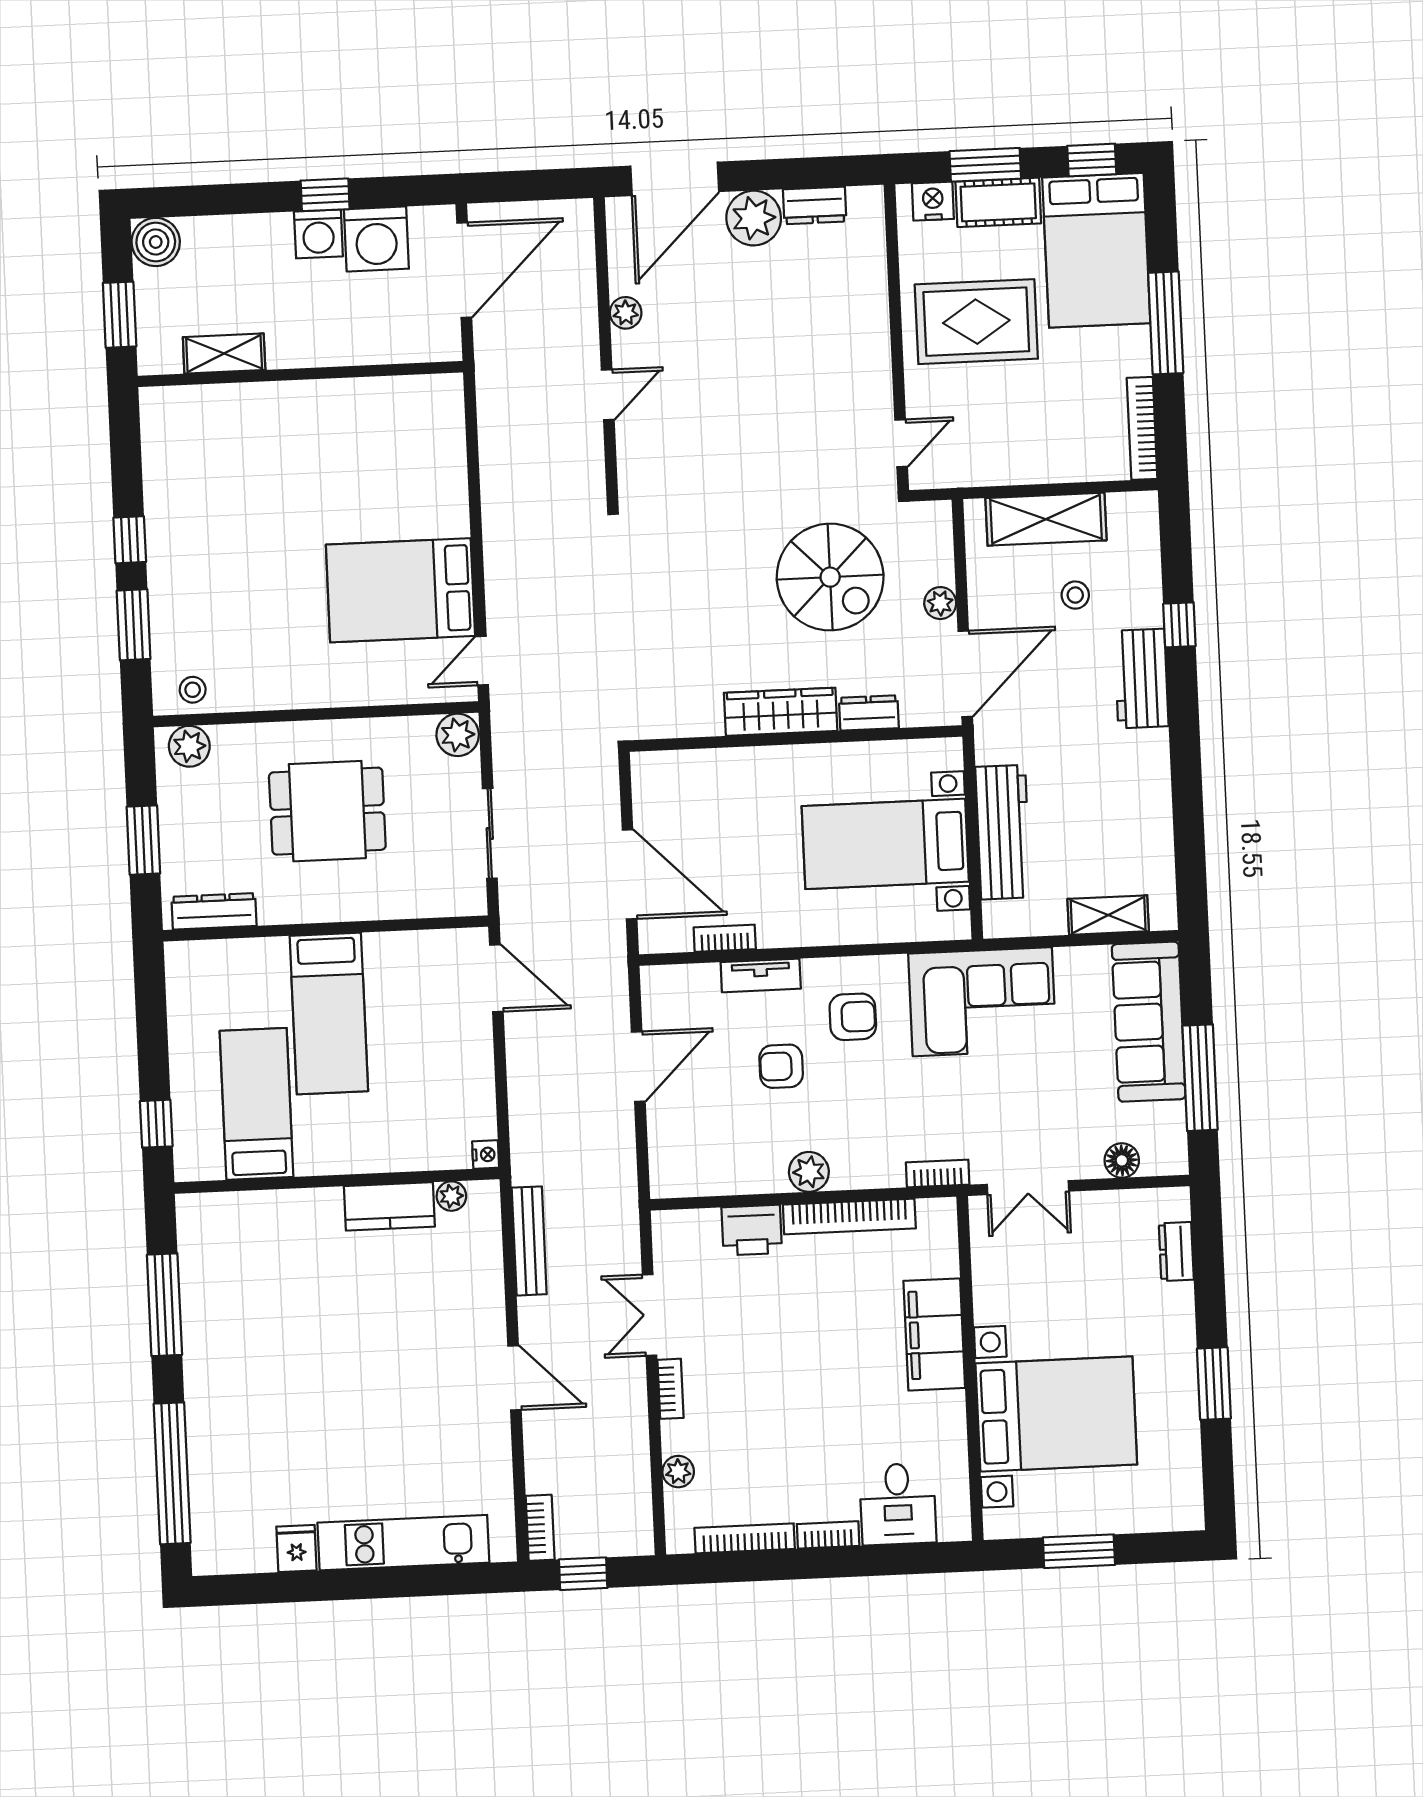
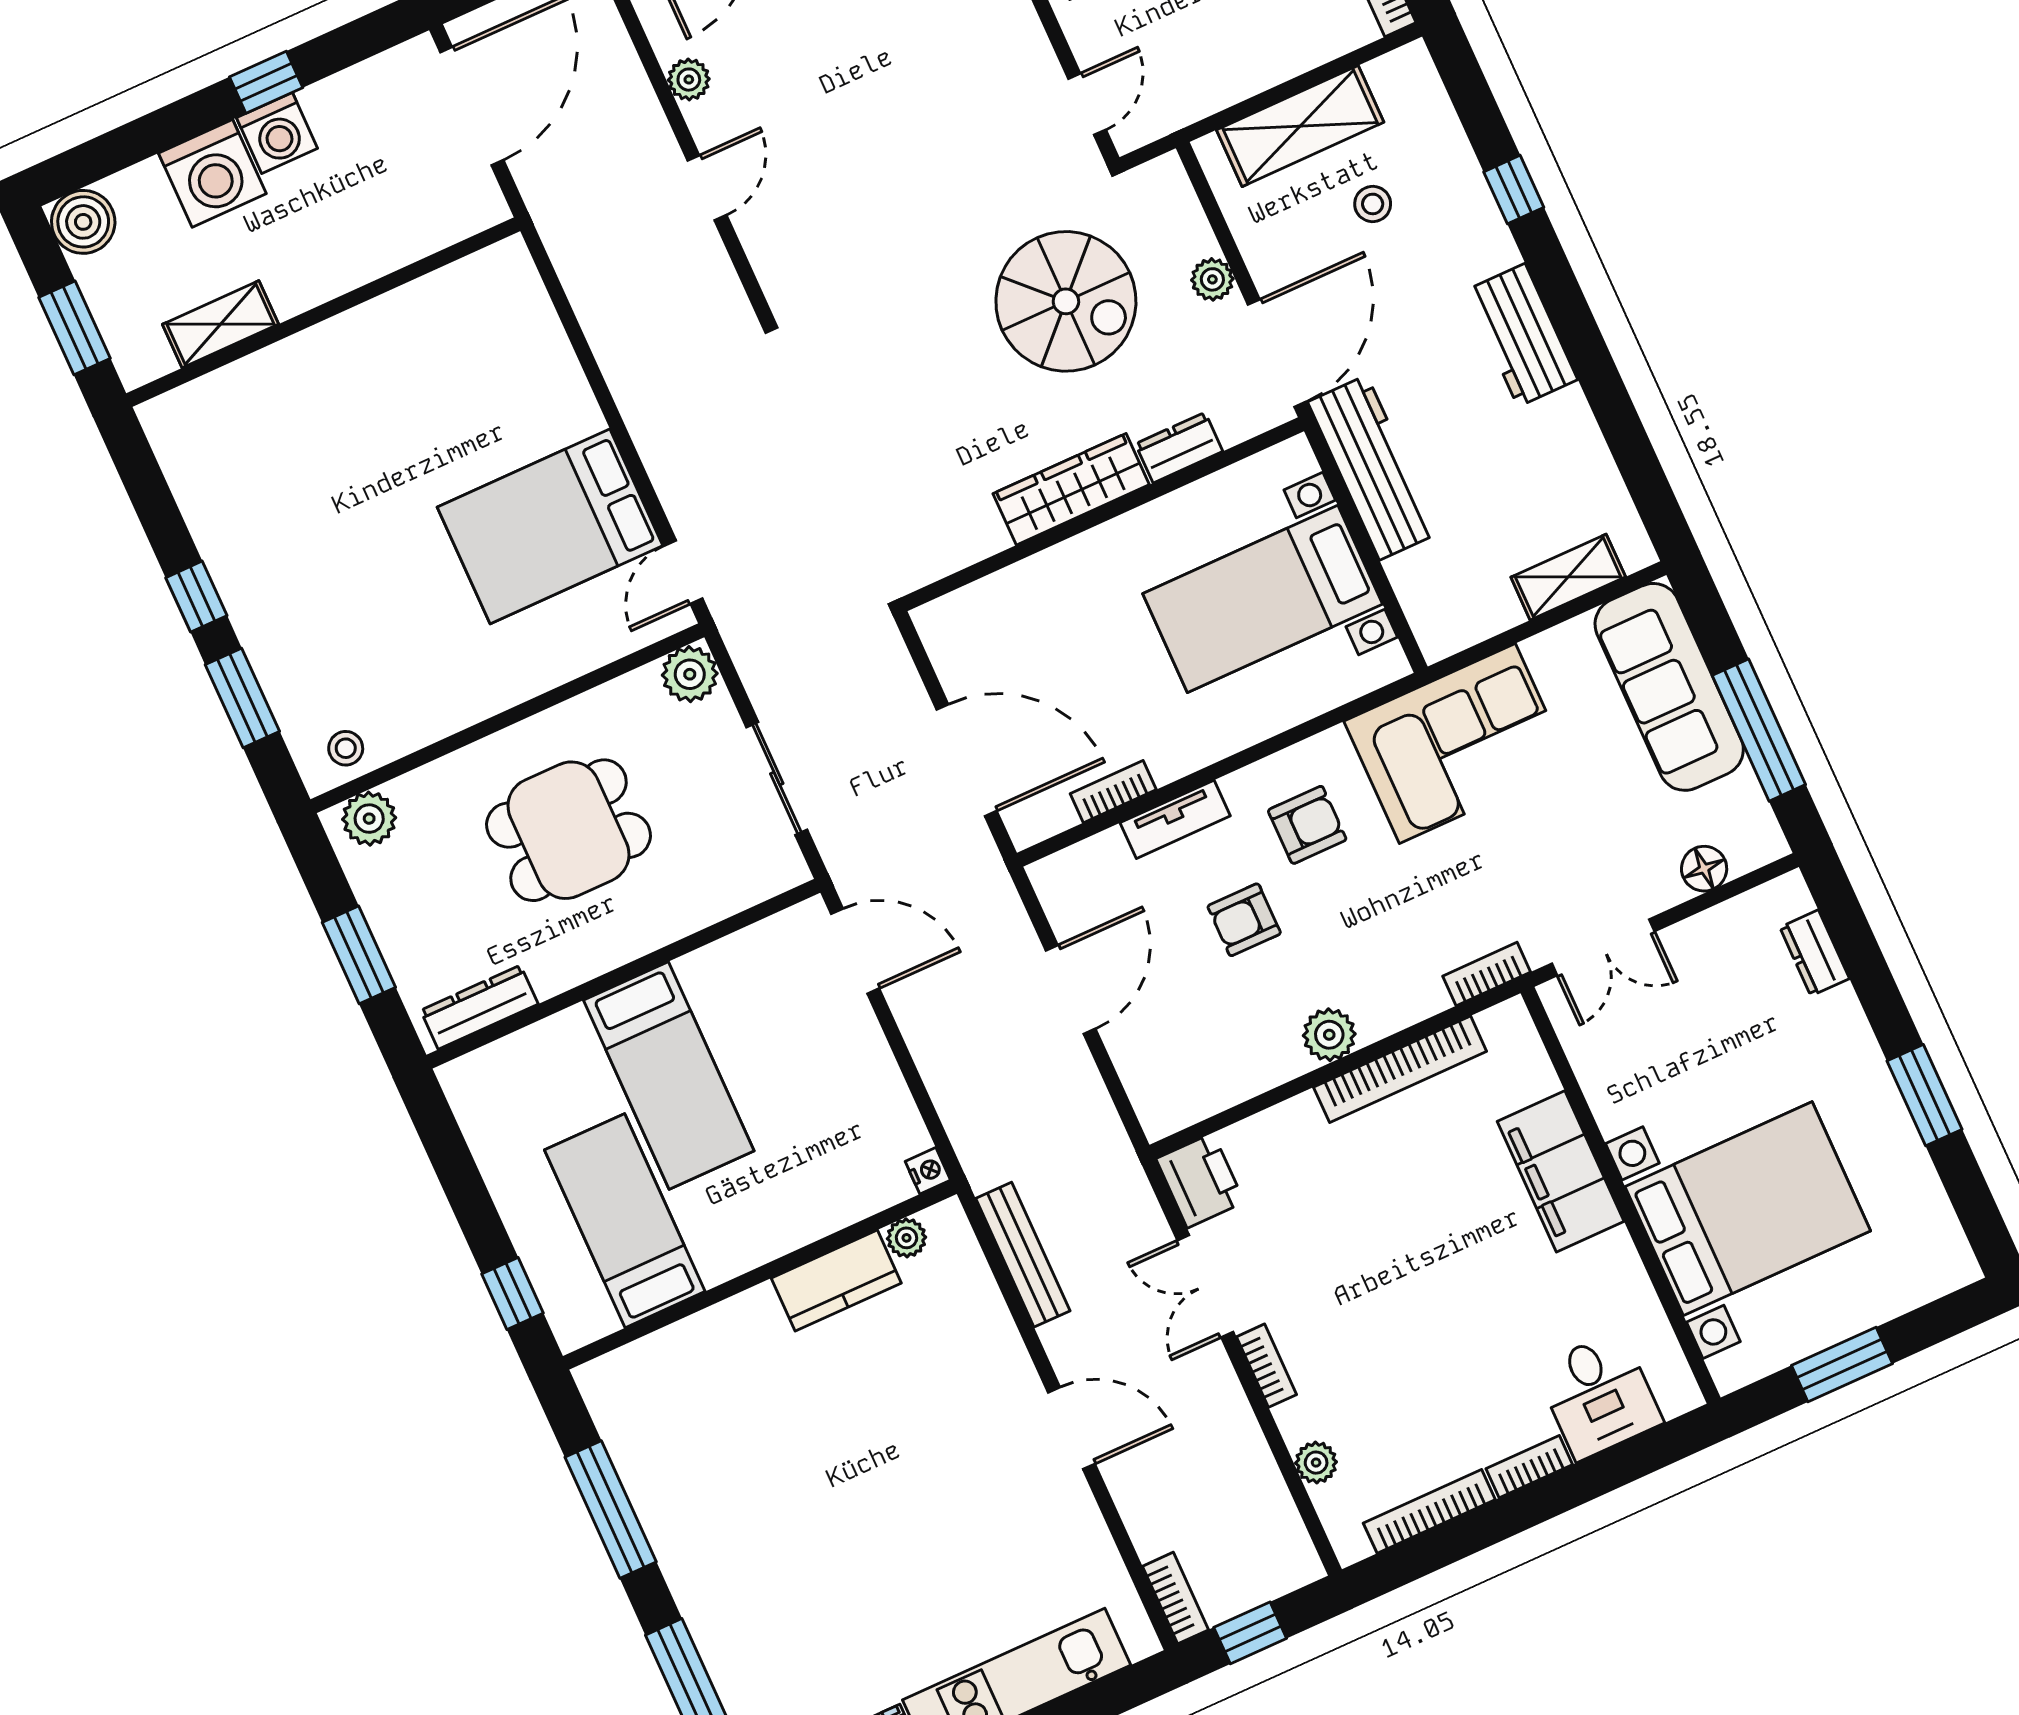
washing machine: (376, 239) -> (212, 173), moved
workbench: (1141, 678) -> (1521, 335), moved
workbench: (1003, 832) -> (1373, 468), moved
printer: (752, 1230) -> (1200, 1180), moved, turned -90

